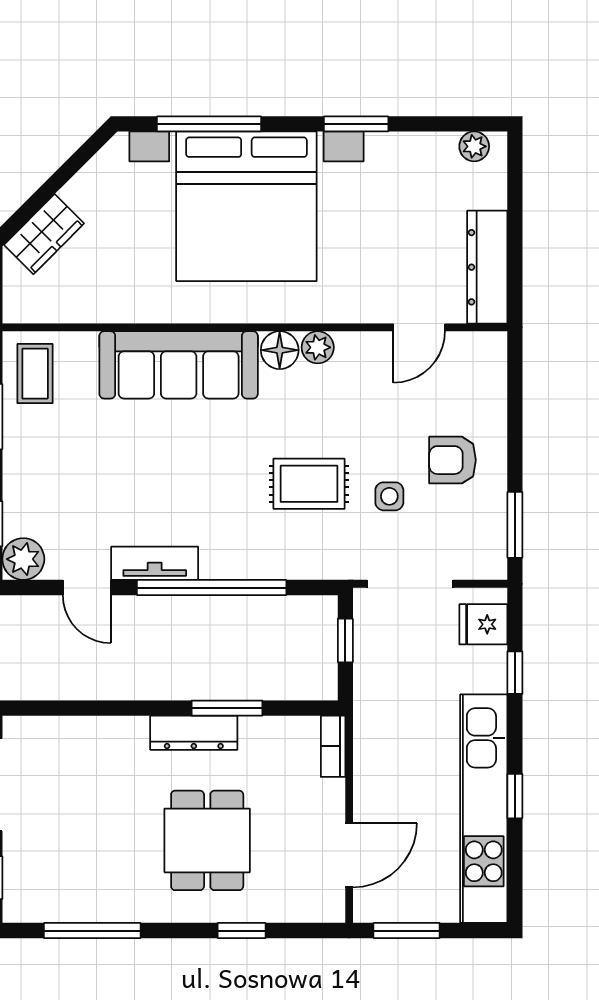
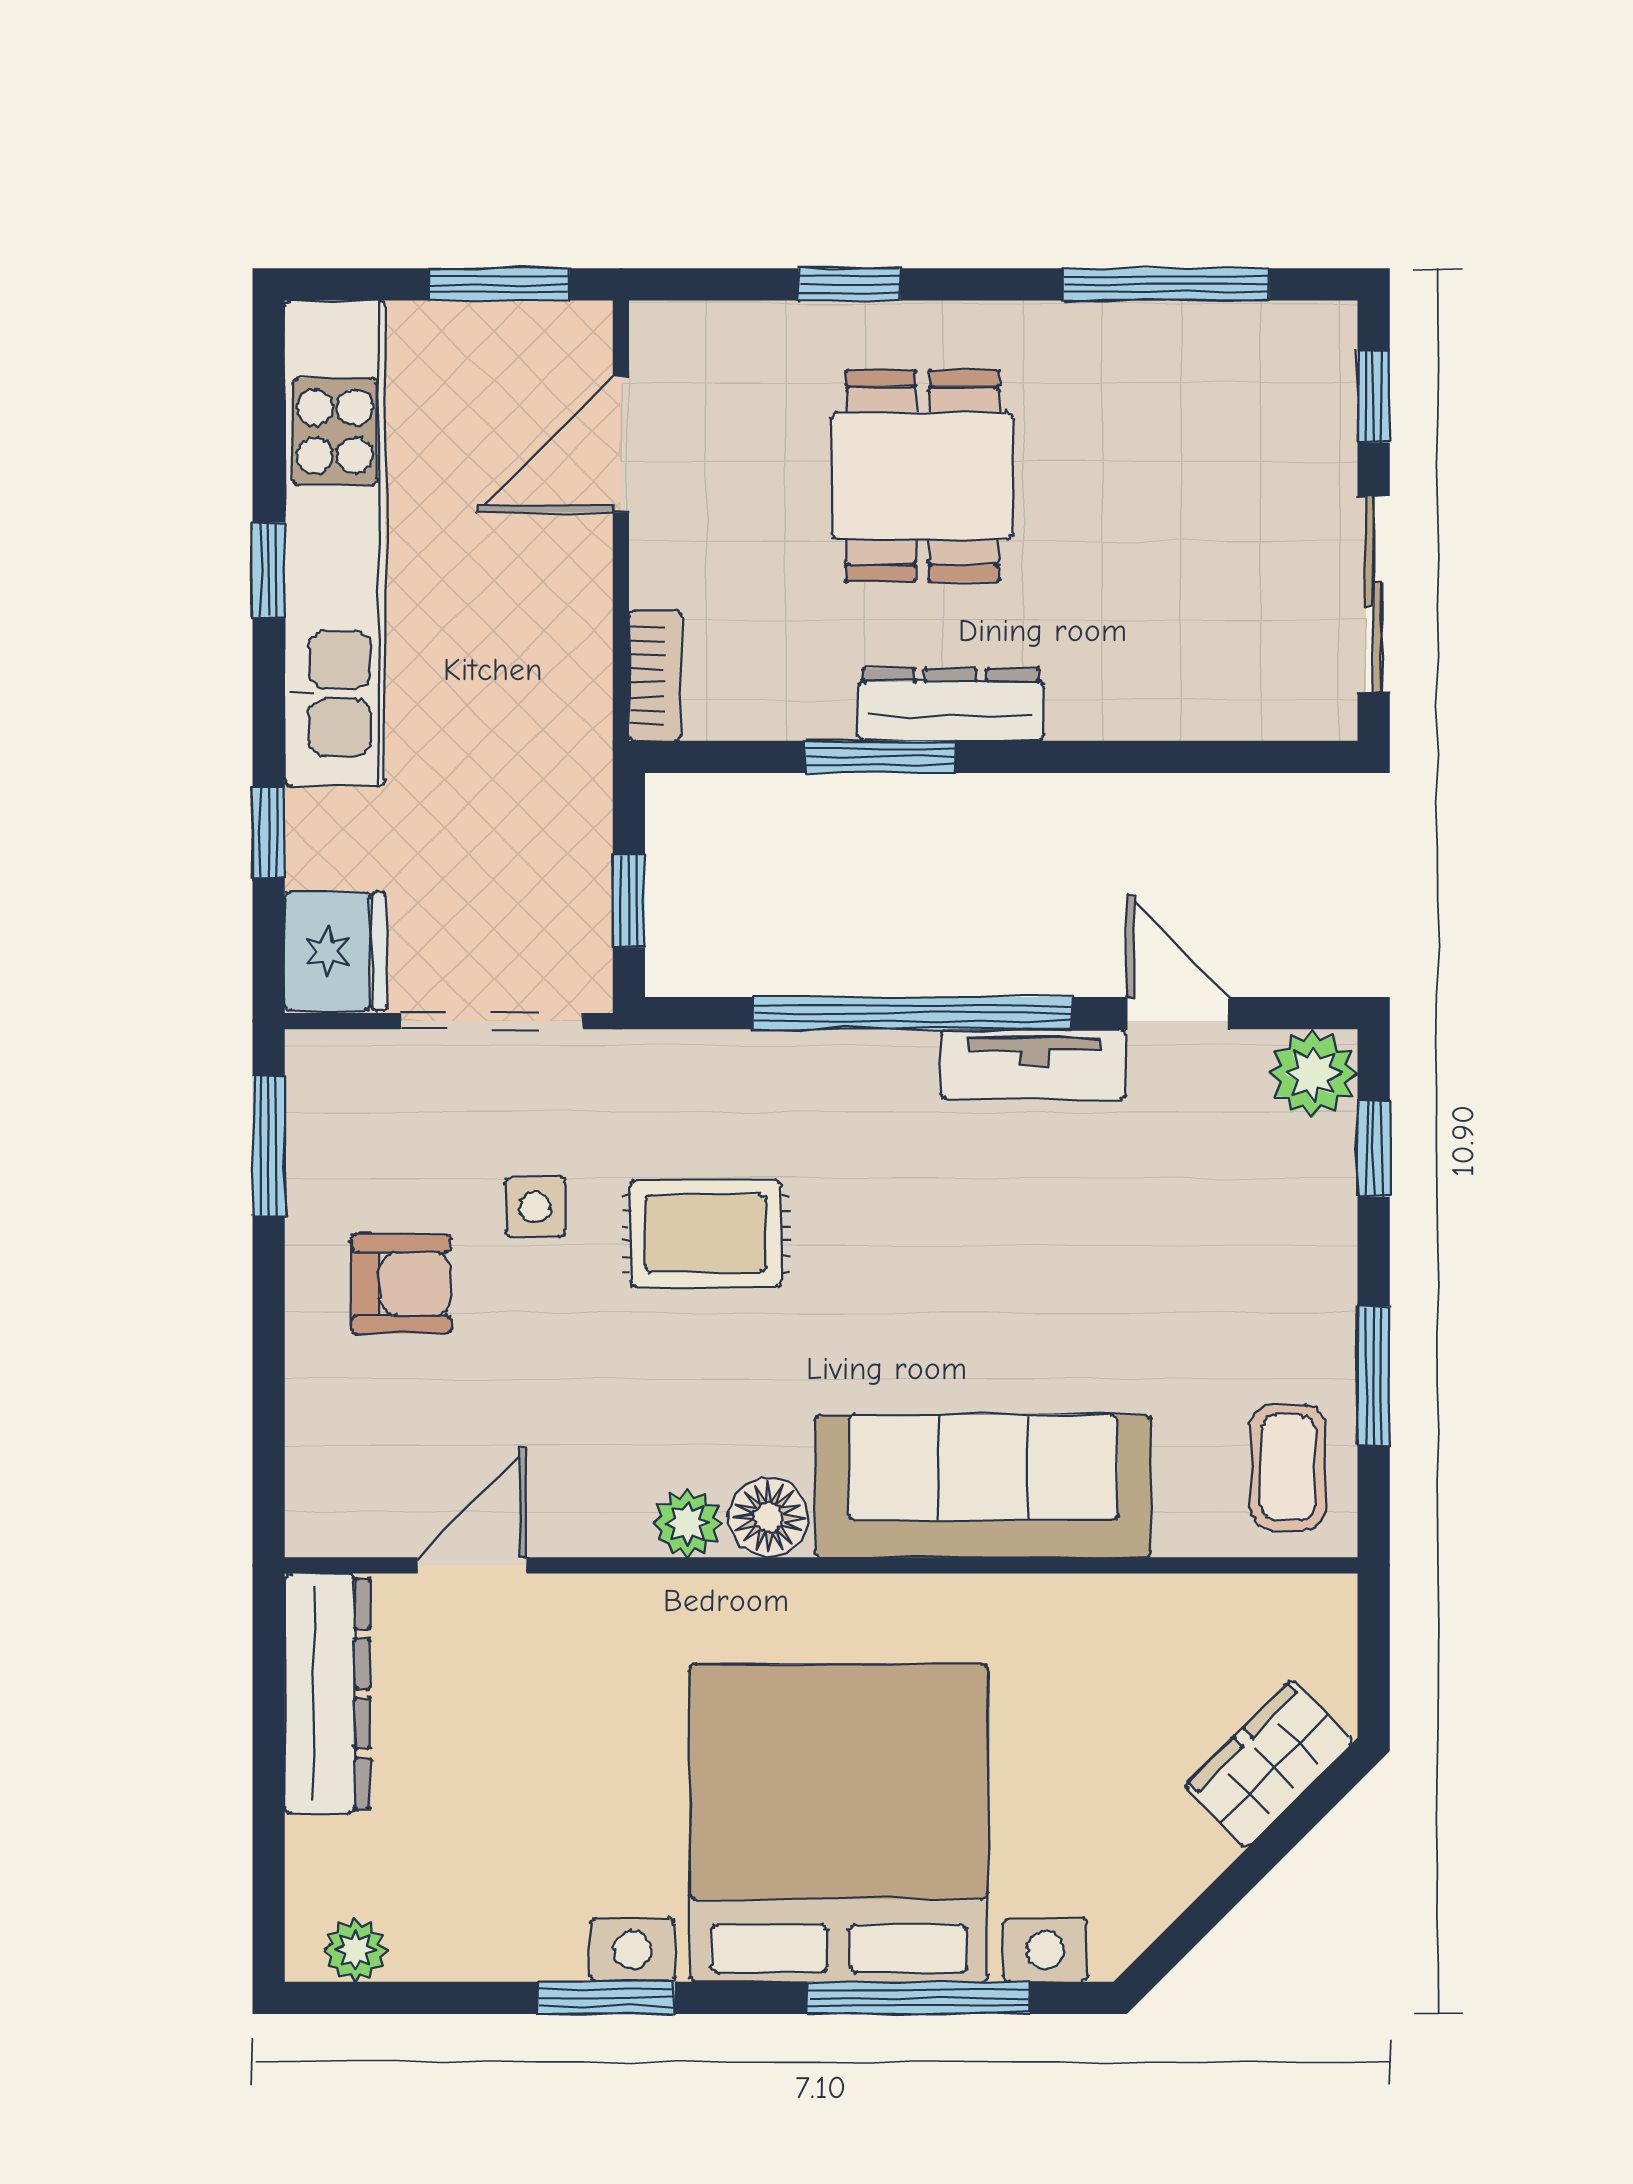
fridge: (483, 624) -> (336, 951), width x1.38

